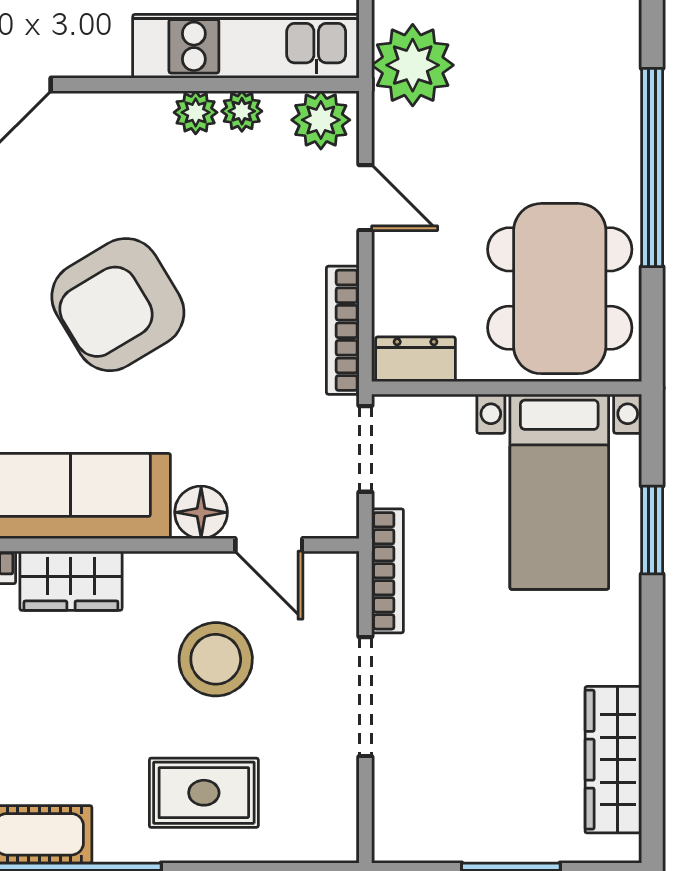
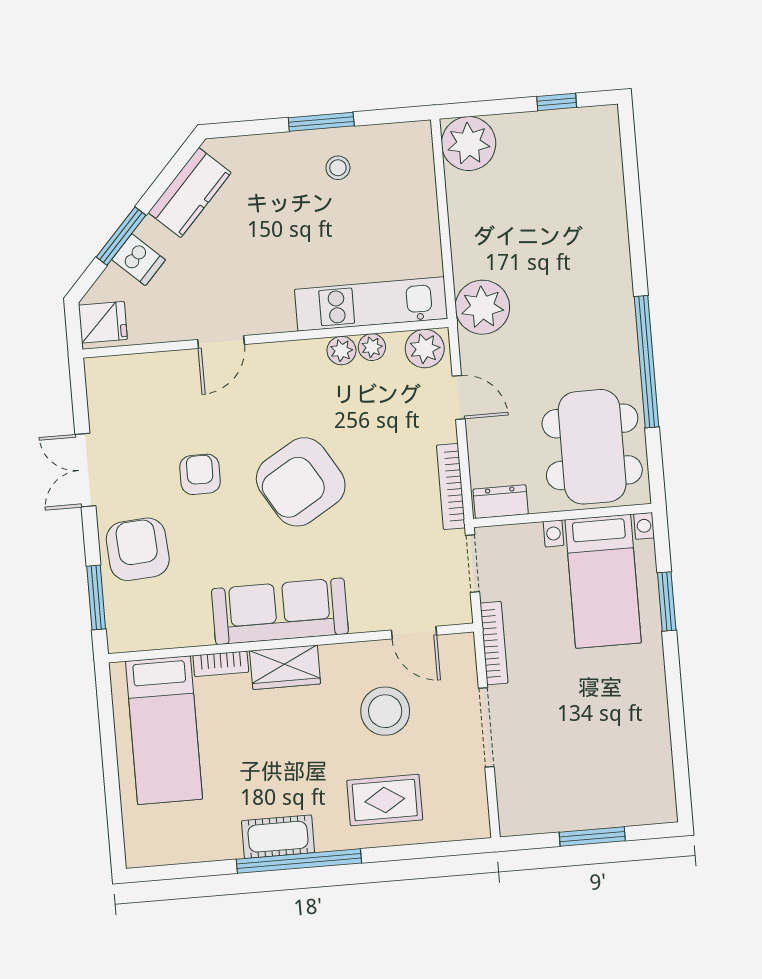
floor lamp: (201, 512) -> (367, 615), removed
wardrobe: (613, 760) -> (654, 755), removed

